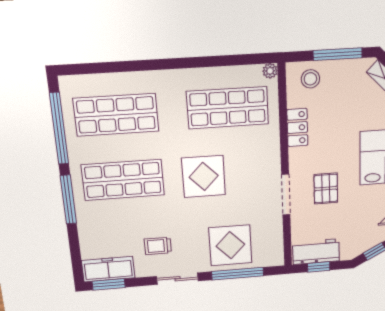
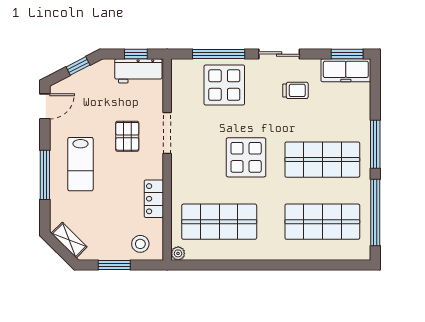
window: (338, 54) -> (114, 265), width x0.69

